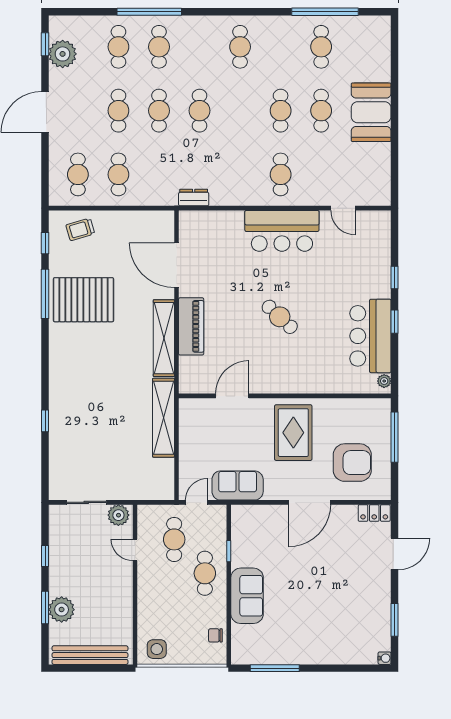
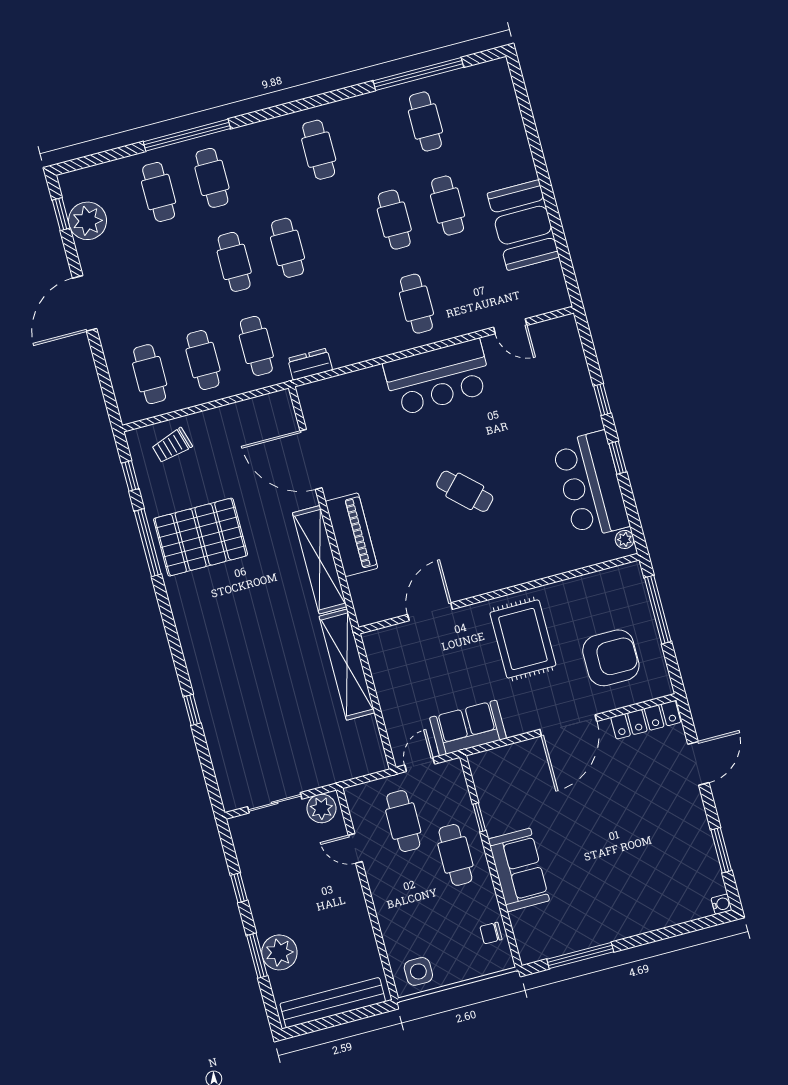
cafe table: (118, 111) -> (256, 346), moved
booth: (371, 112) -> (523, 225), moved
locker: (374, 513) -> (646, 720), width x1.53

